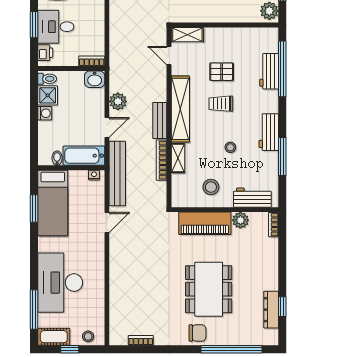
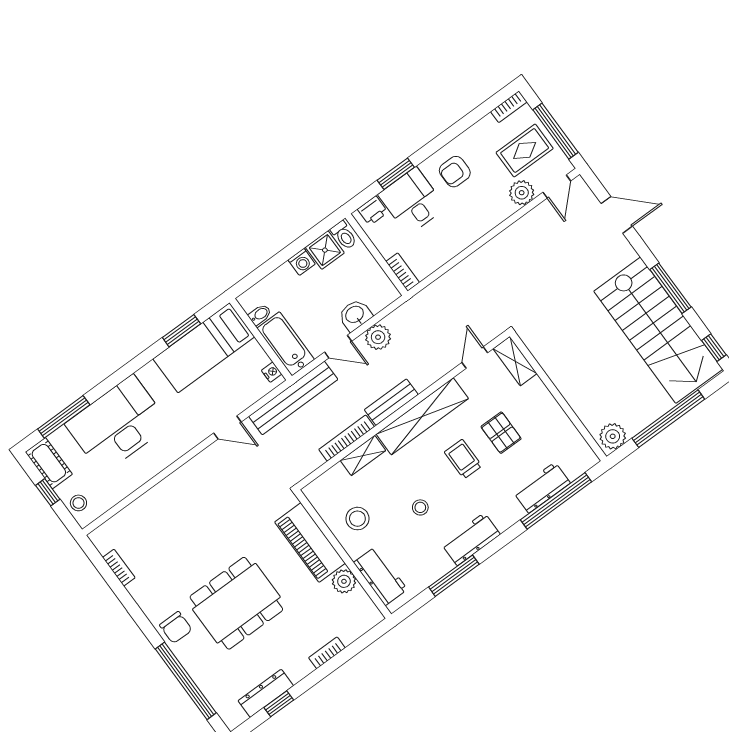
washbasin: (95, 79) -> (355, 315), moved, turned 90
bookcase: (273, 225) -> (327, 653), moved

